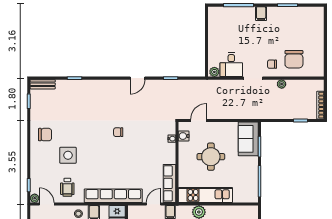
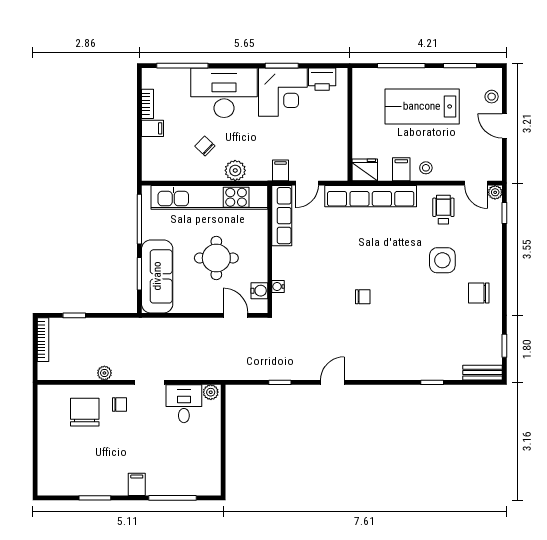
door: (199, 120) -> (236, 315), swing flipped
sofa: (248, 139) -> (157, 276), width x1.36
kitchen unit: (205, 195) -> (209, 197), width x1.36

